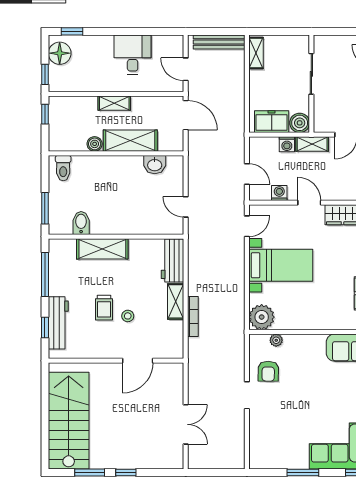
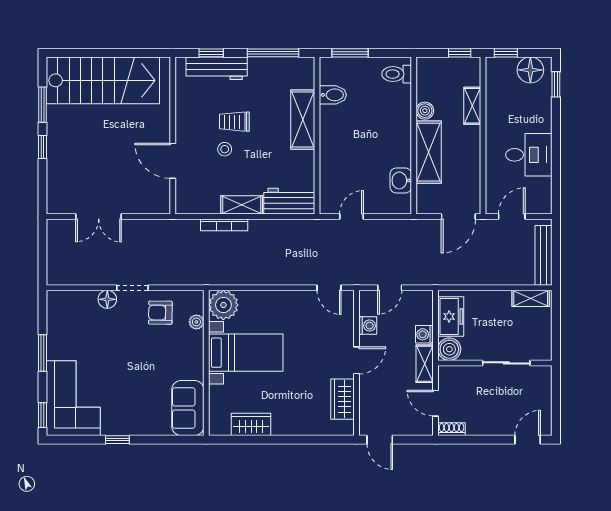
shelving: (114, 103) -> (472, 106), moved
bed with nightstands: (281, 265) -> (246, 353), moved, turned -90
floor lamp: (257, 417) -> (107, 299), added

